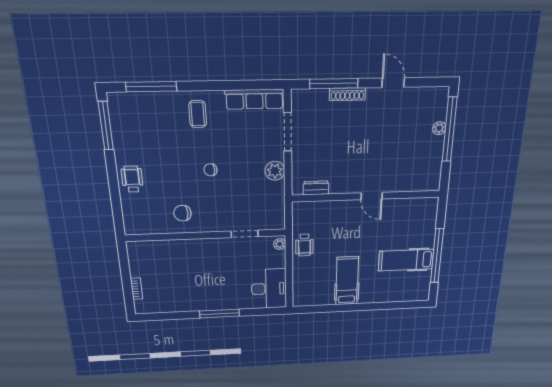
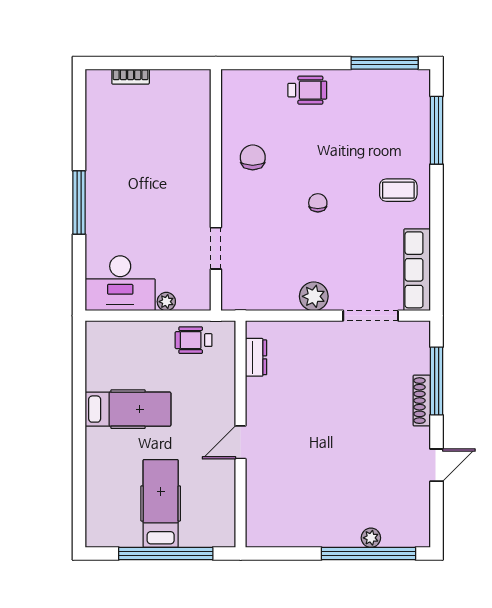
dresser: (316, 188) -> (256, 357), moved
wall: (366, 196) -> (241, 434), moved
door: (372, 196) -> (241, 442), moved
plant: (280, 244) -> (166, 302), moved

